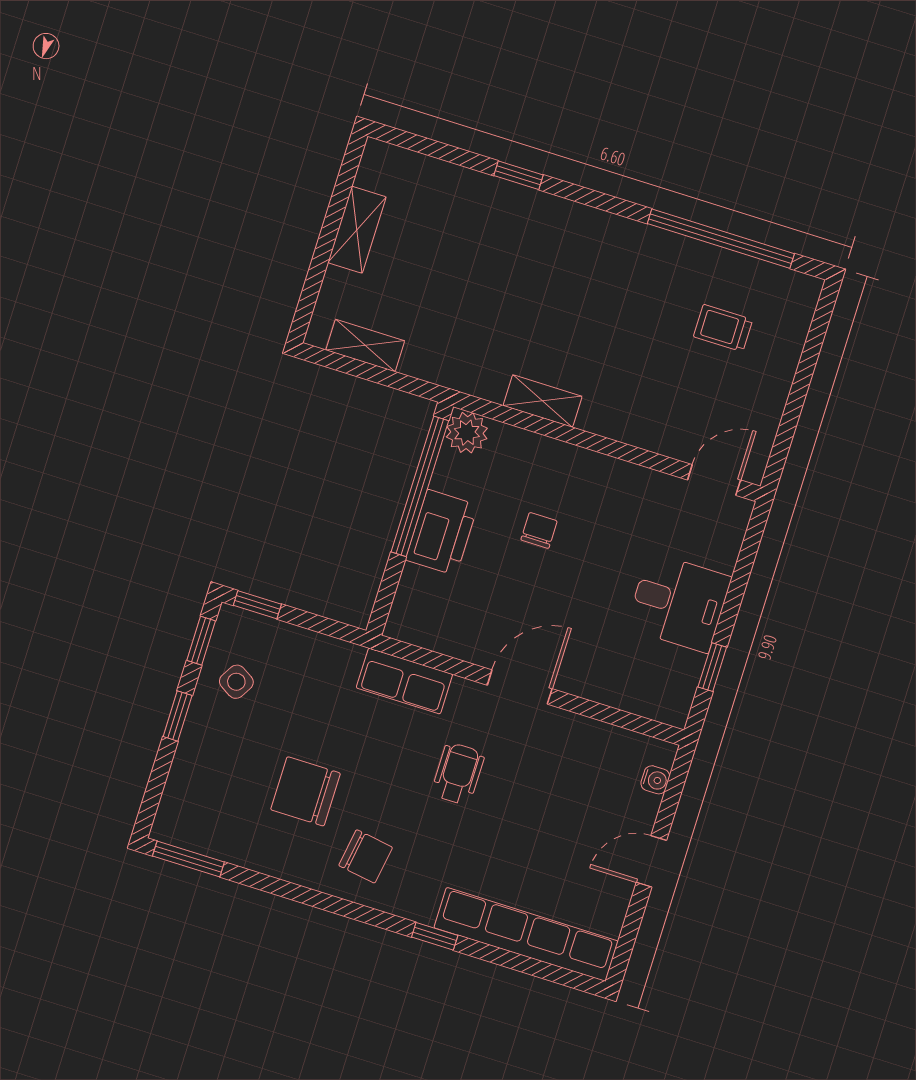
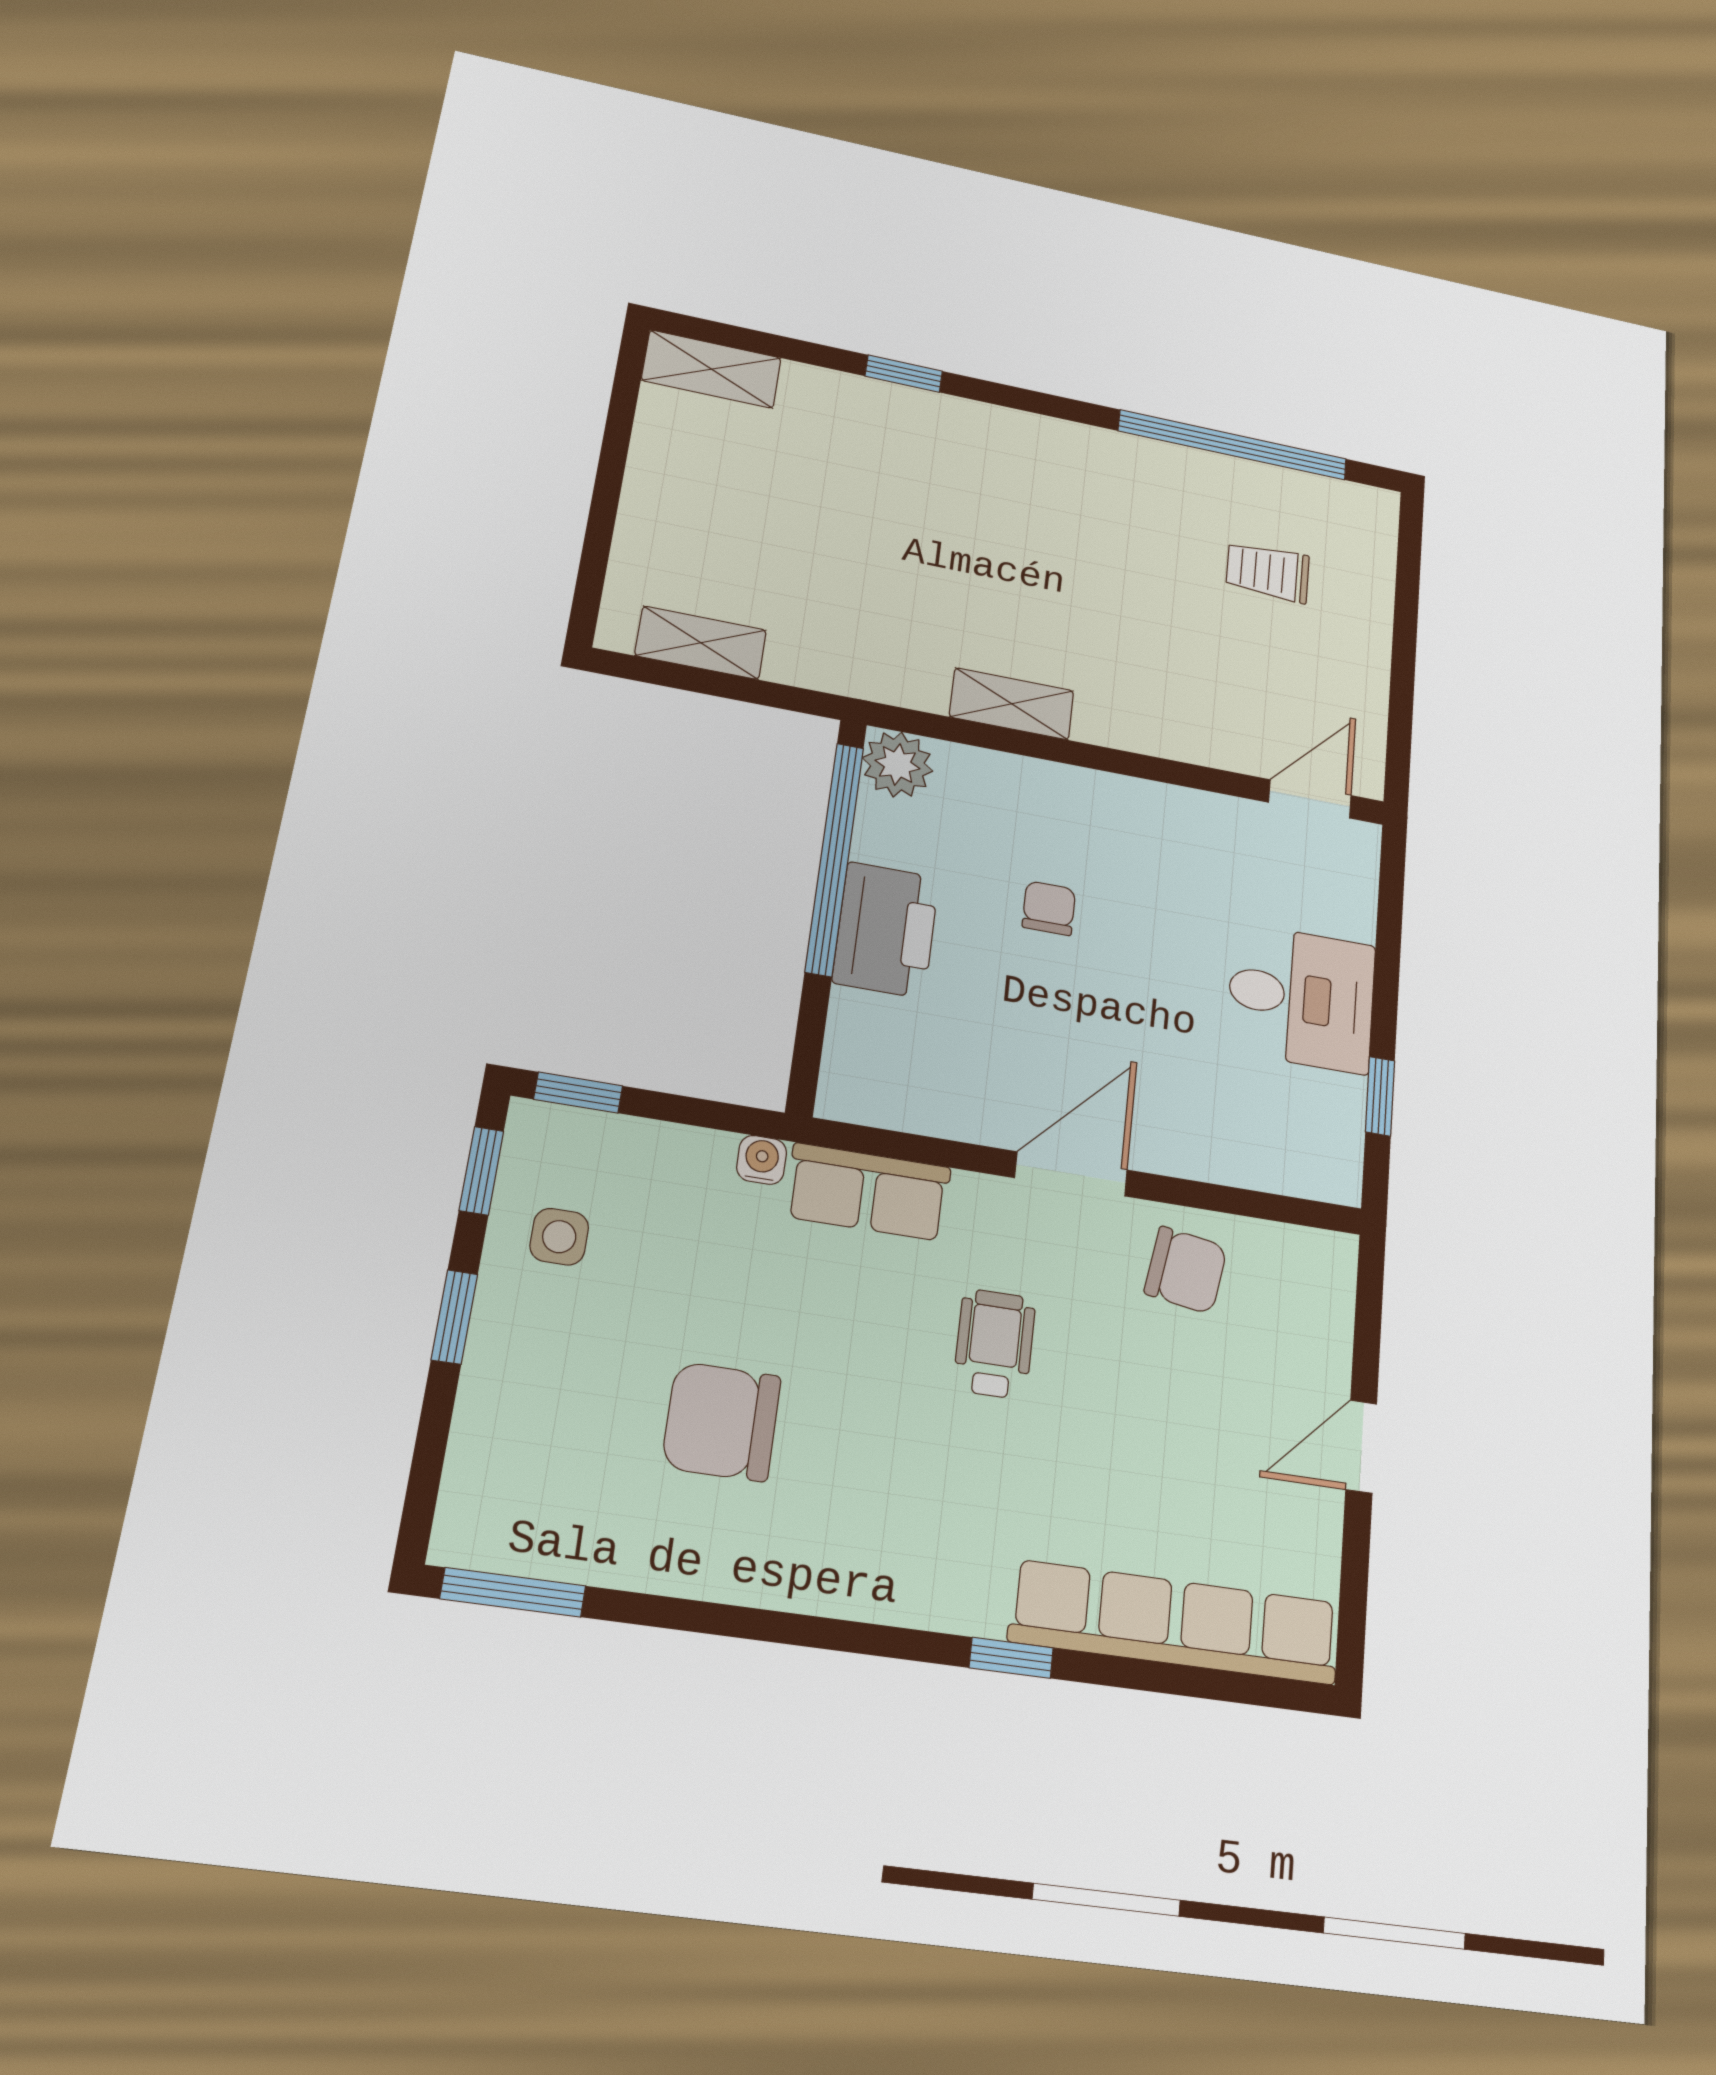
shelving: (357, 230) -> (712, 369), moved, turned 90
side table: (236, 682) -> (559, 1237), turned -31
water cooler: (655, 780) -> (762, 1160), moved, turned -90
chair: (366, 856) -> (1186, 1270), moved

